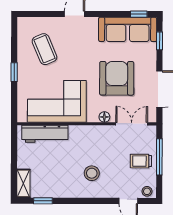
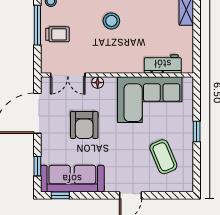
armchair: (117, 78) -> (84, 125), width x0.73, depth x0.73
workbench: (45, 134) -> (163, 64), width x0.73
window: (159, 157) -> (37, 25), moved

